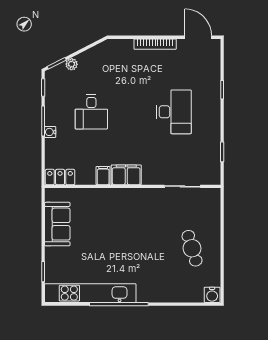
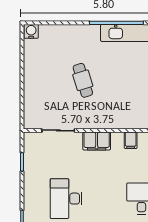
filing cabinet: (126, 175) -> (97, 141), moved
cafe table: (192, 248) -> (83, 80), moved

